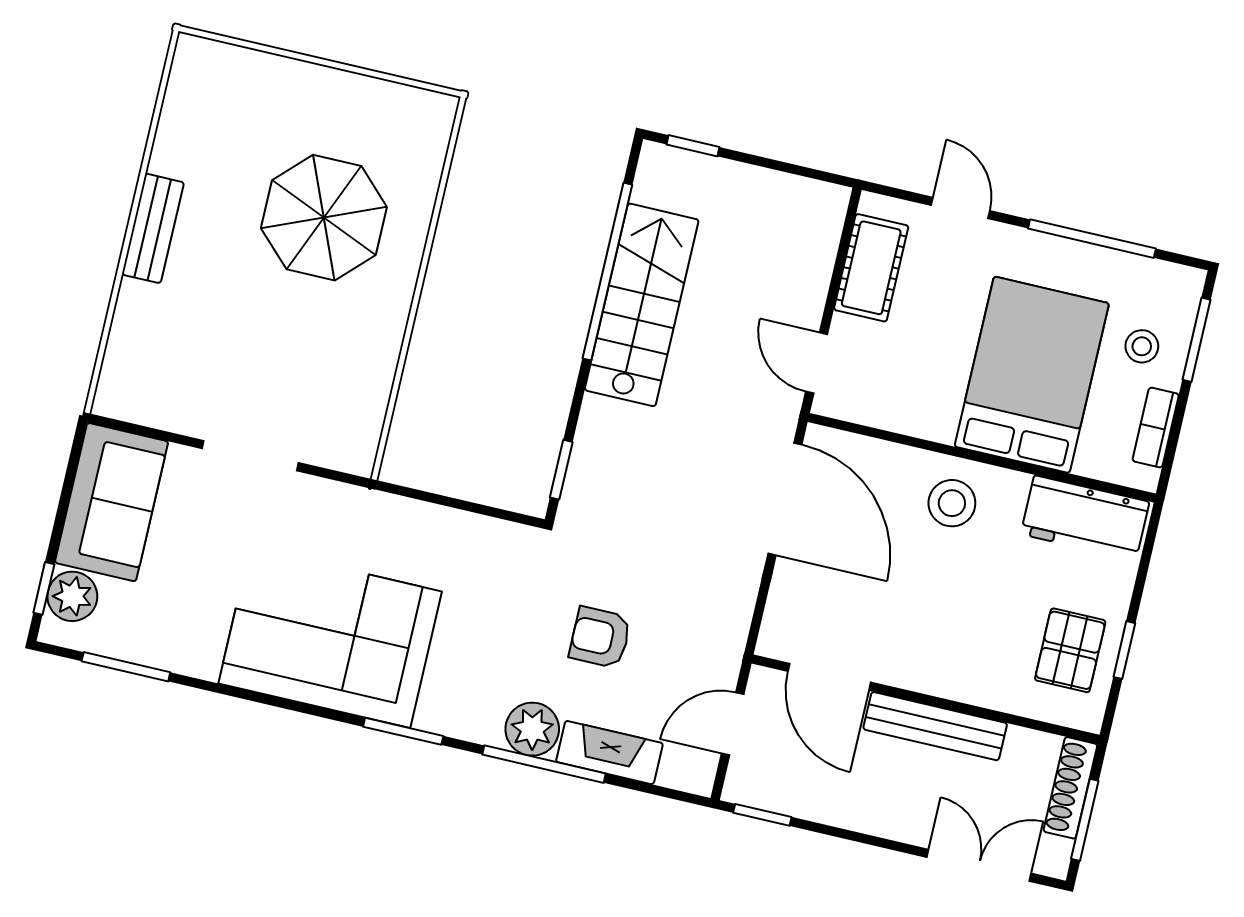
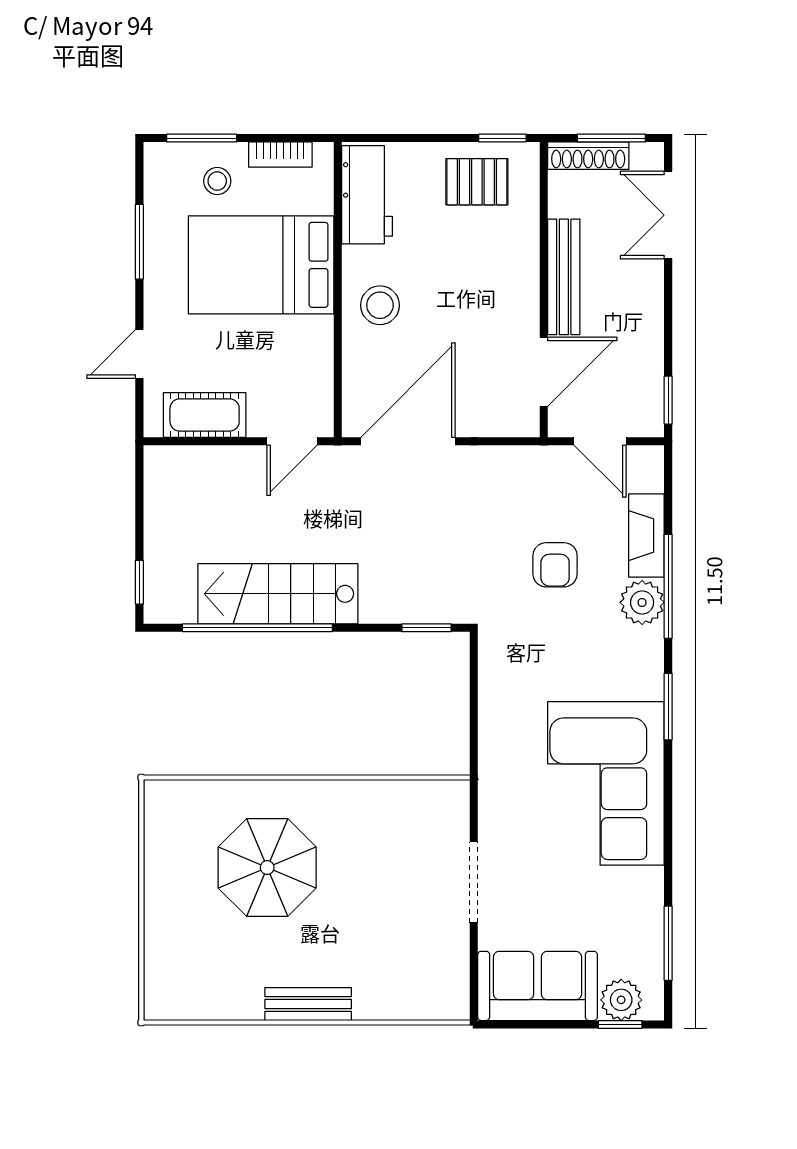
window: (1092, 239) -> (139, 242), width x0.69
window: (1124, 650) -> (502, 138), moved

